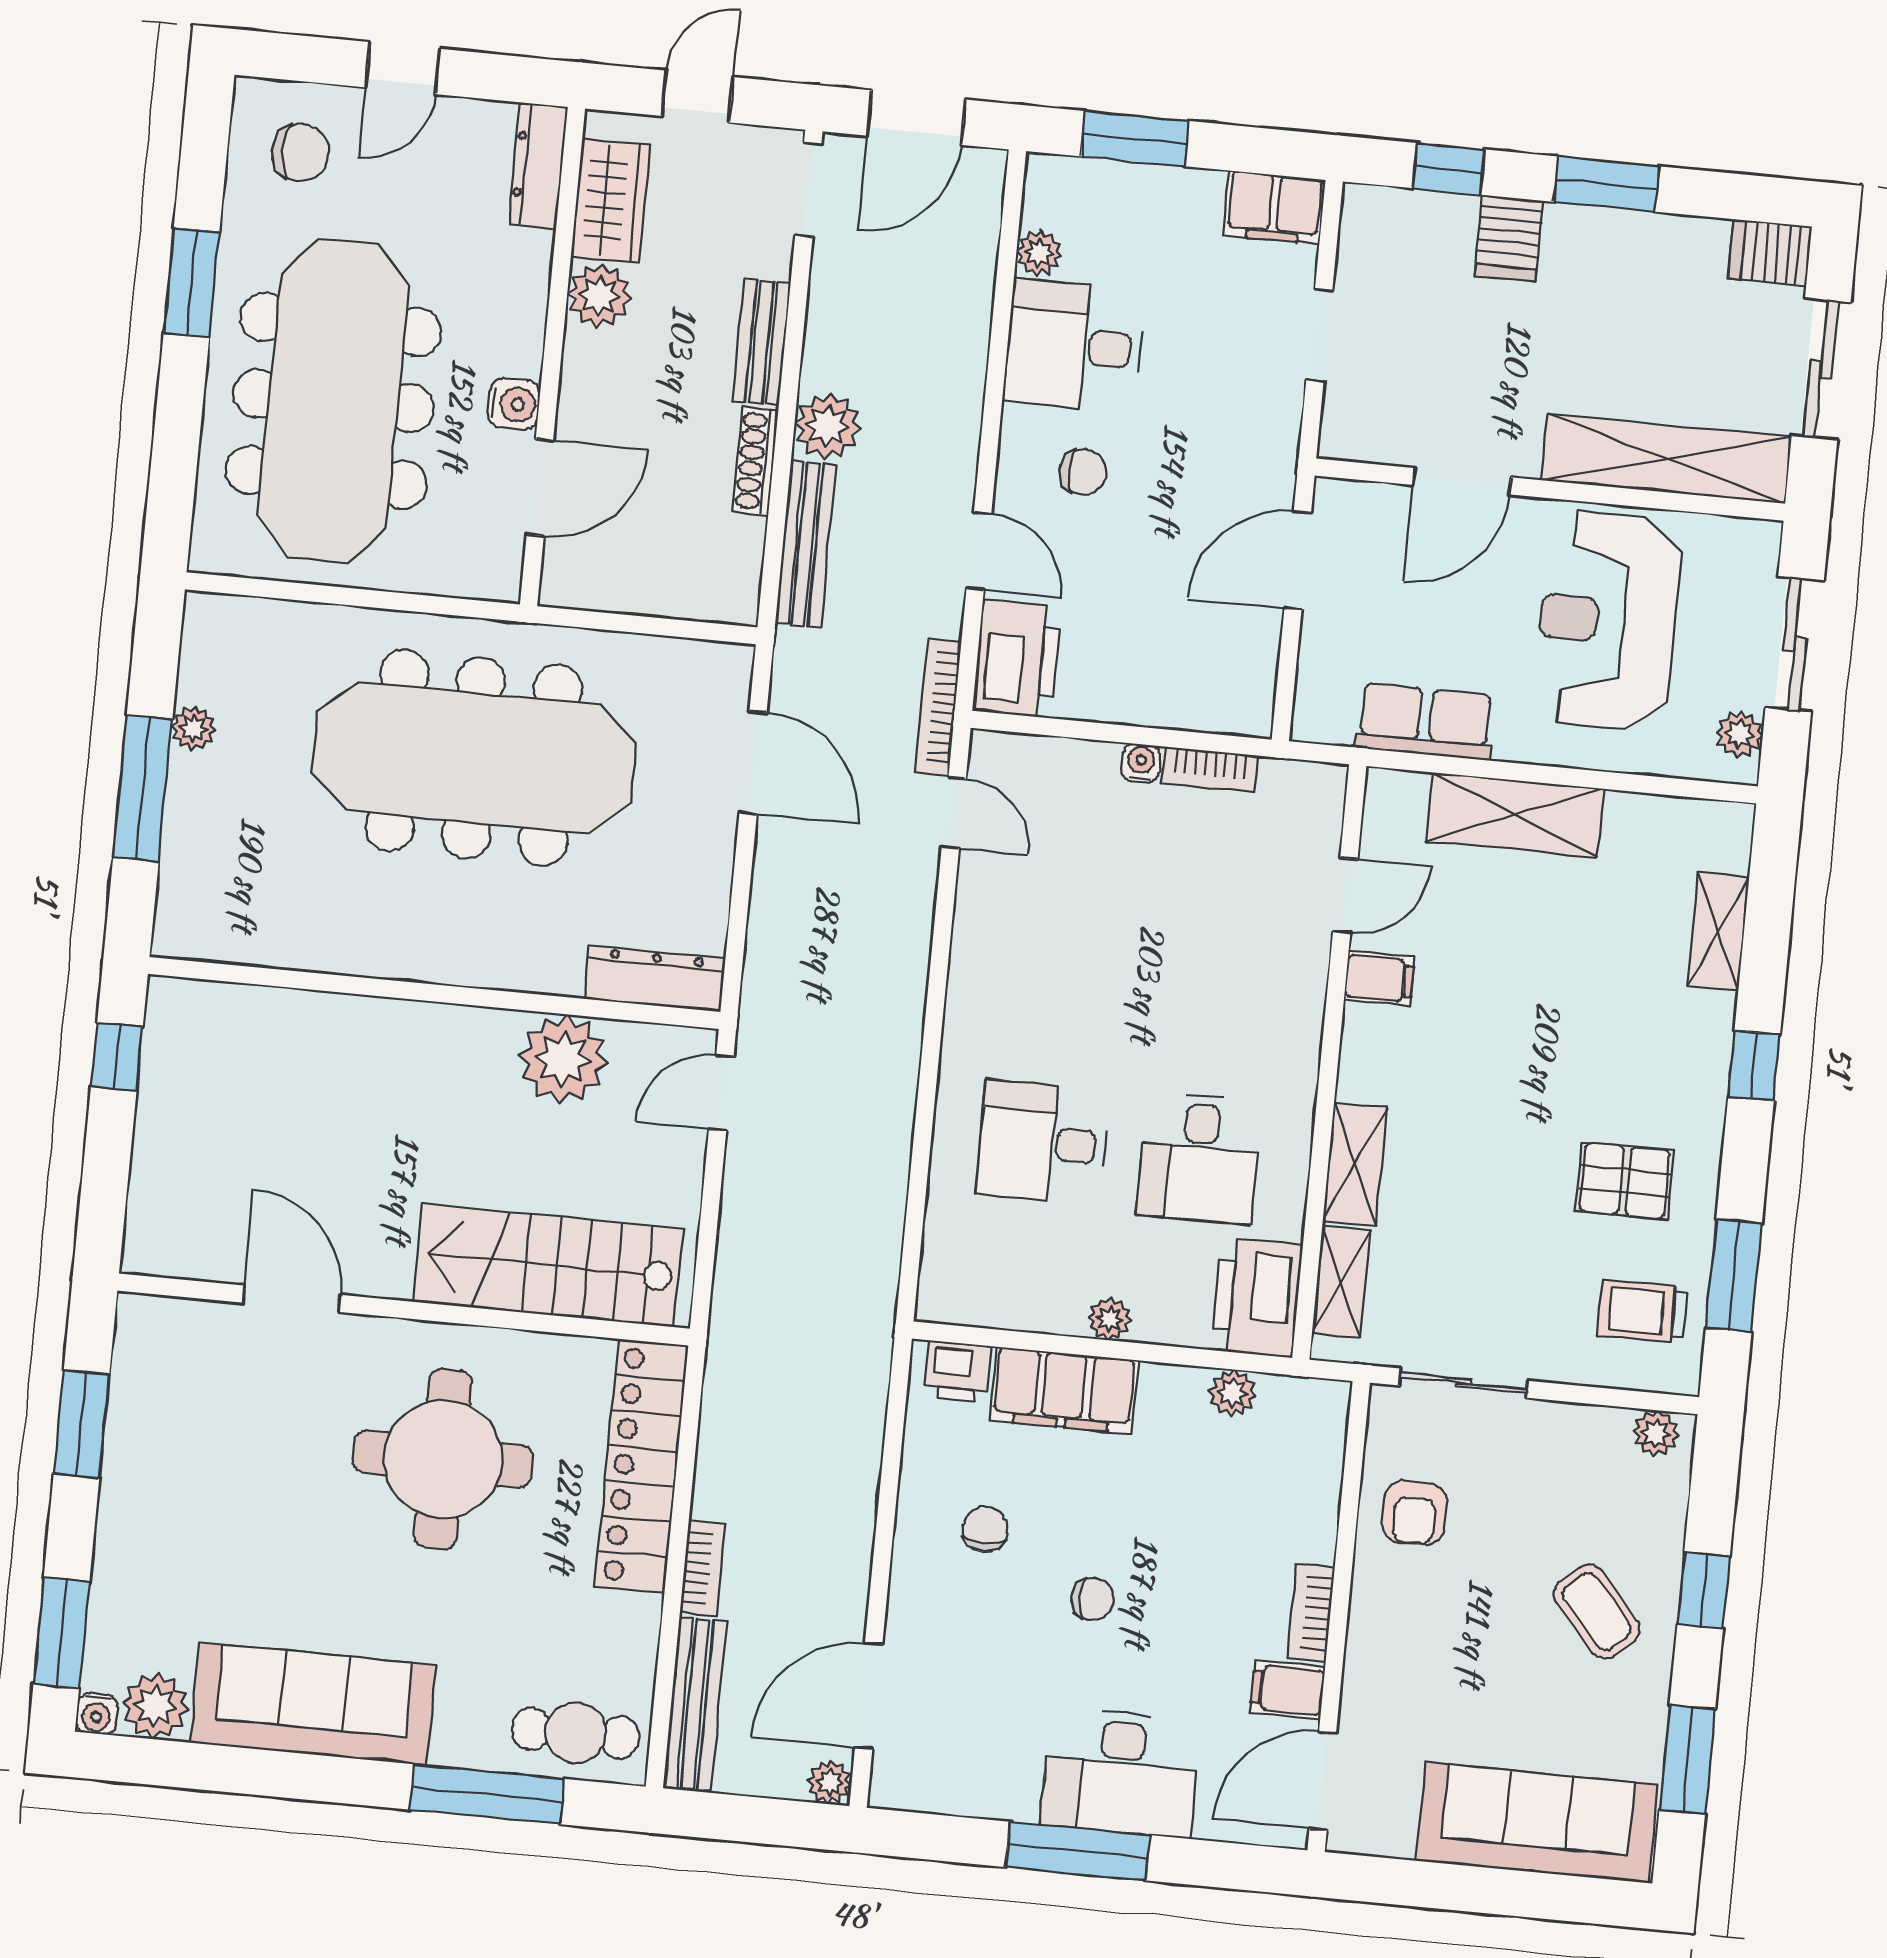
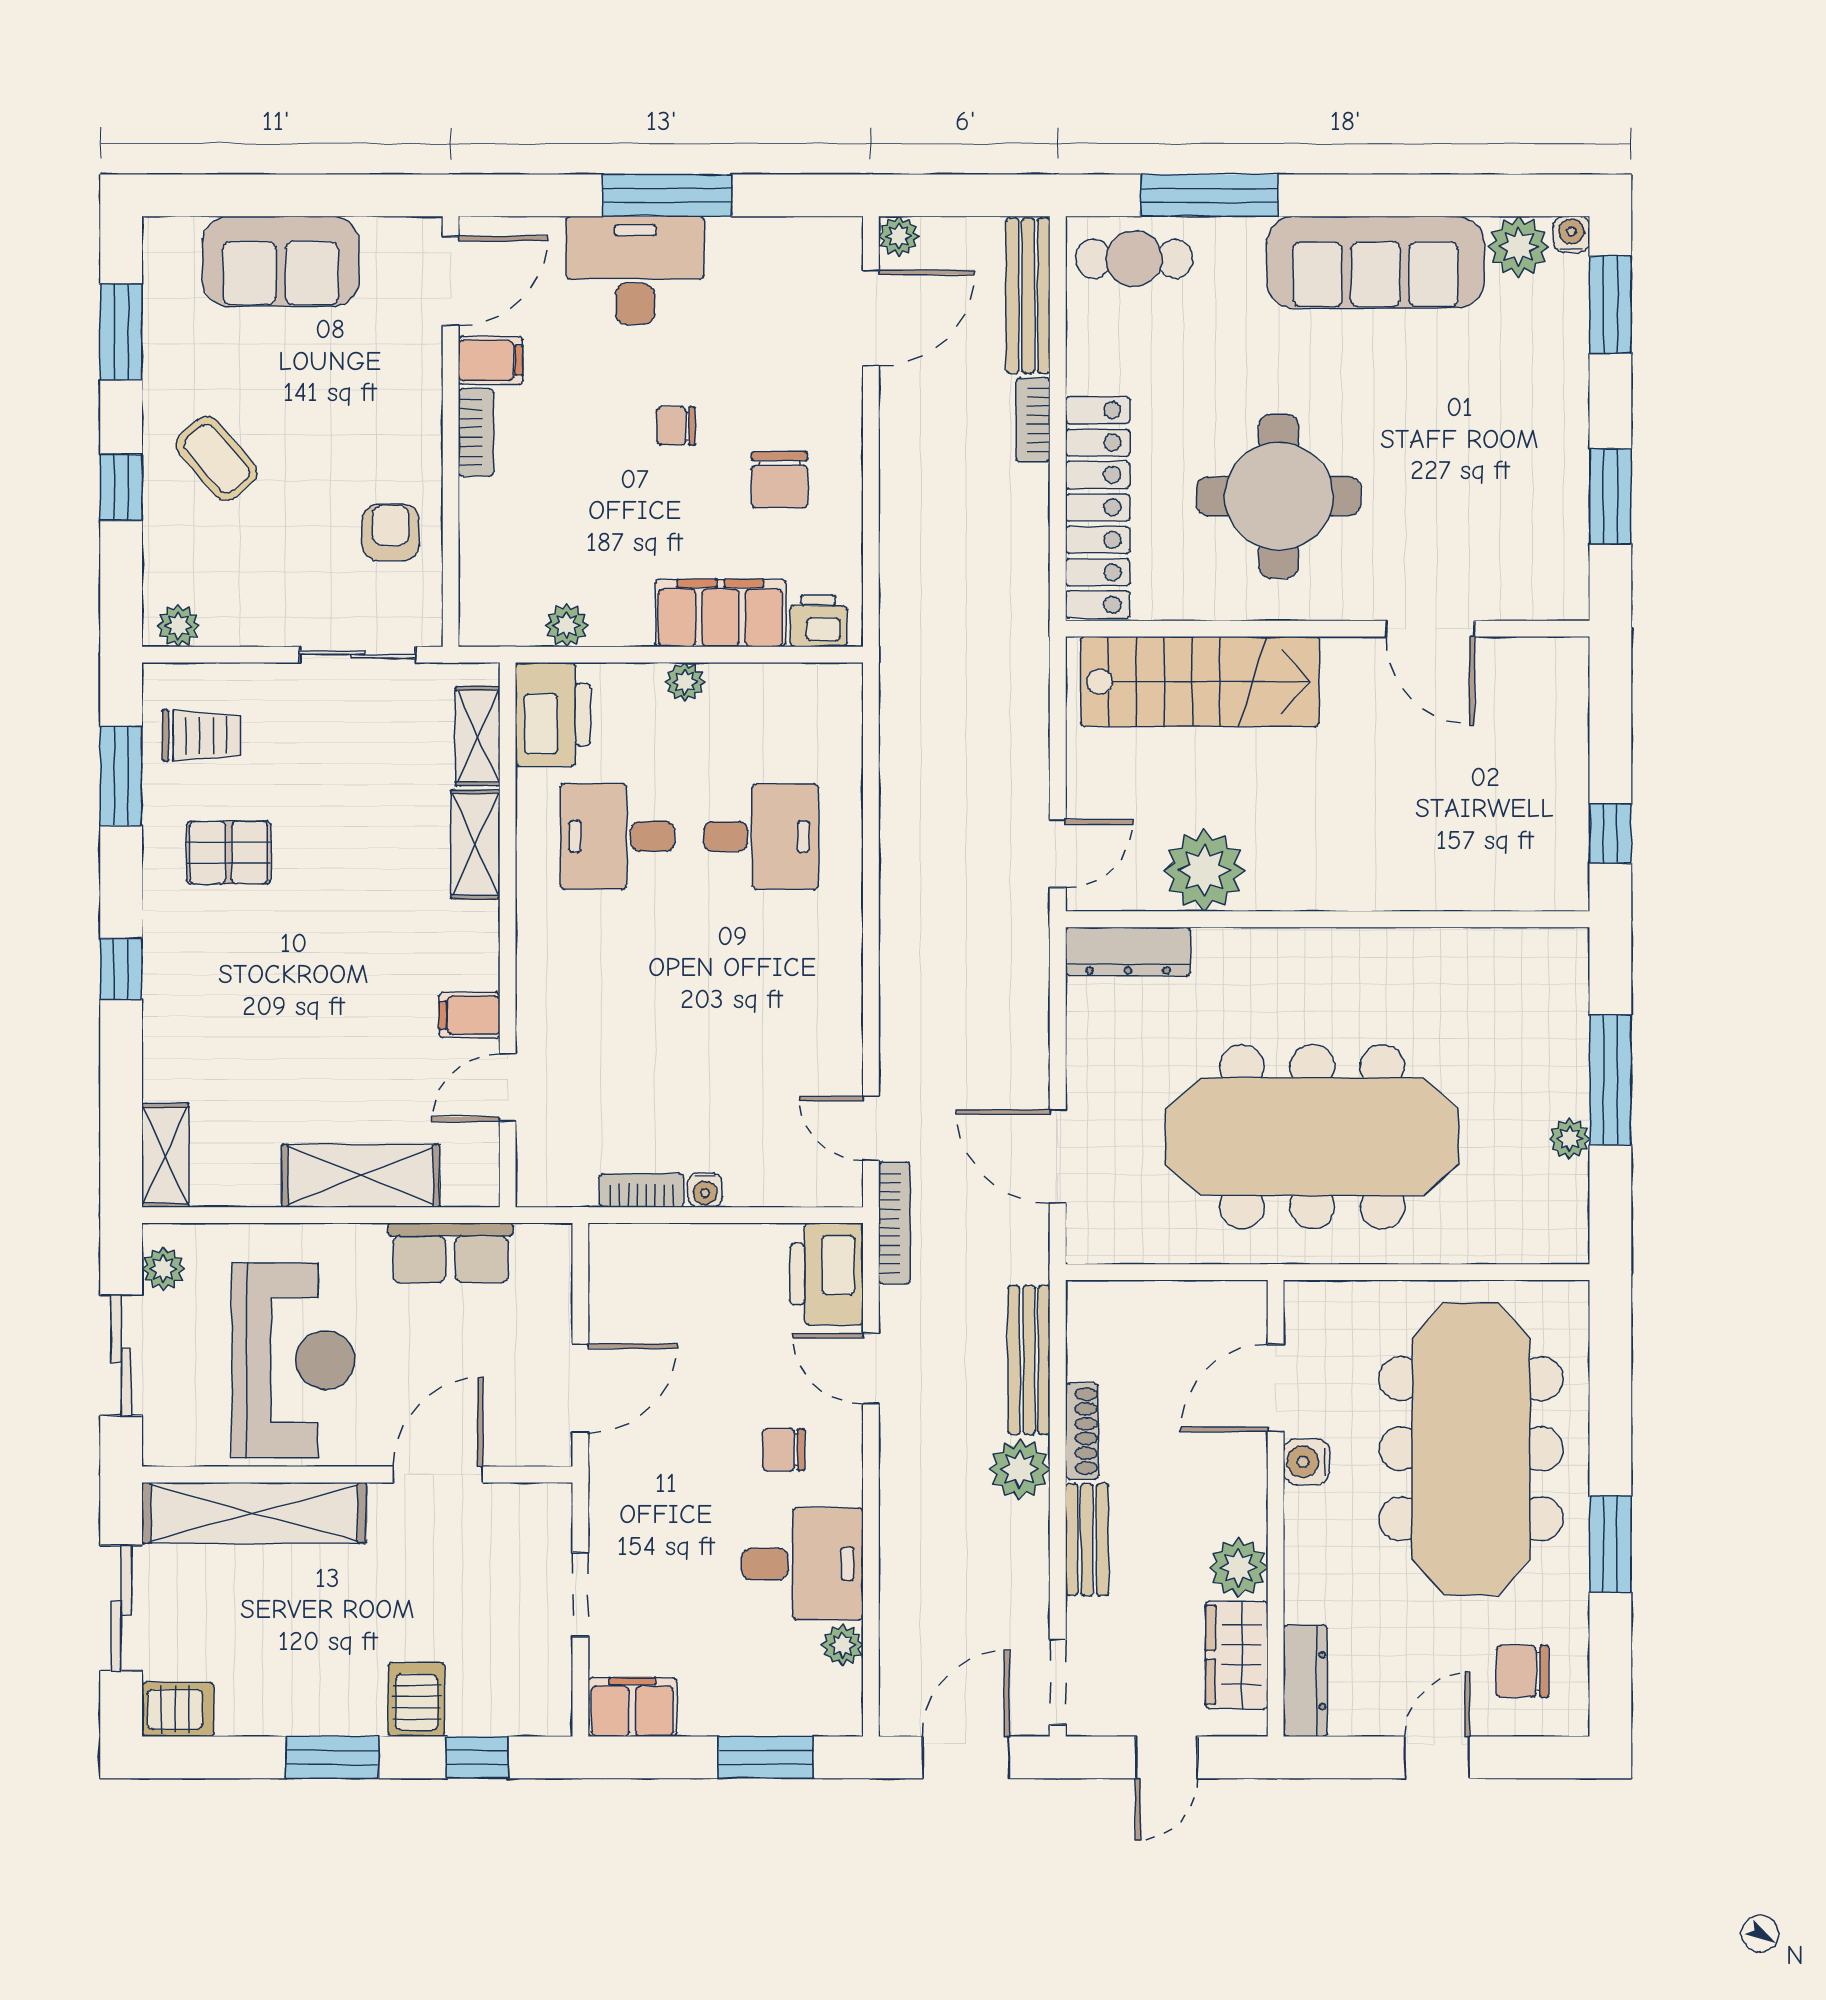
shelving: (1718, 932) -> (165, 1155), moved
desk: (1199, 1158) -> (617, 836), turned -90
chair: (985, 1529) -> (780, 480), width x1.37, depth x1.37
sofa: (1537, 1823) -> (281, 261), width x0.73

